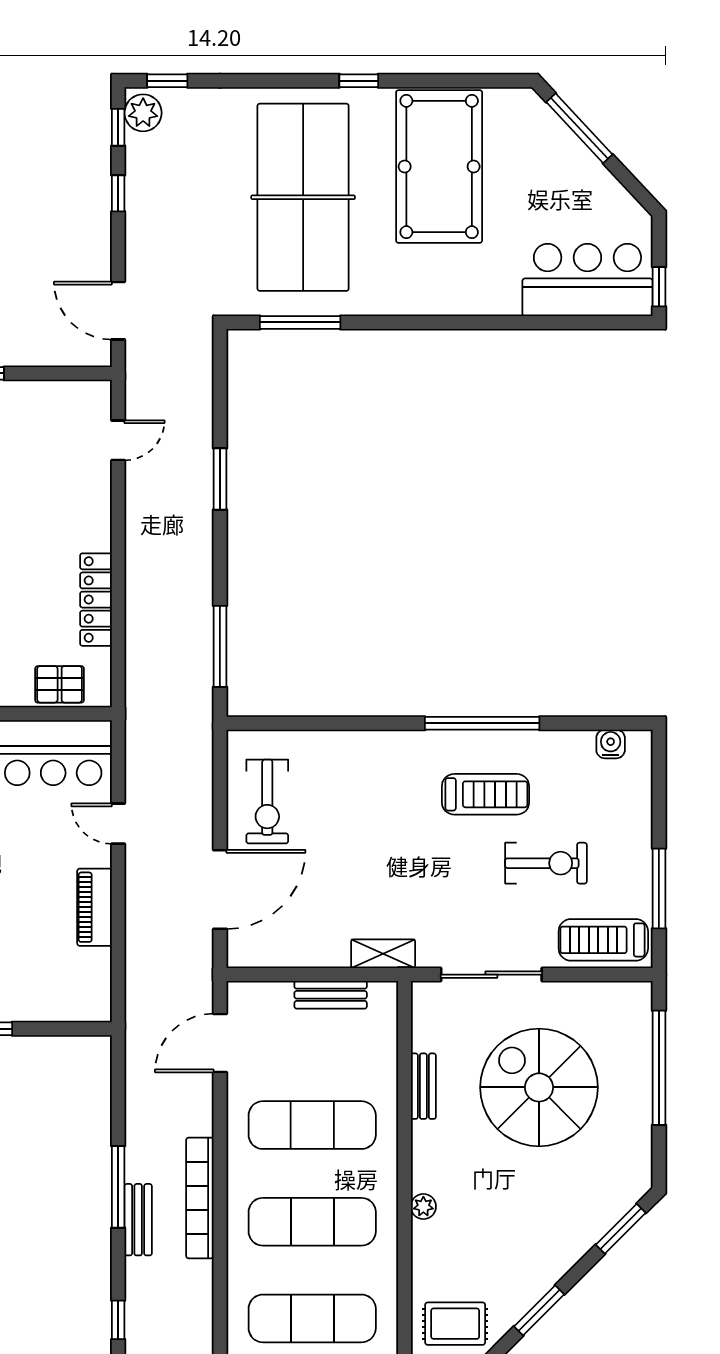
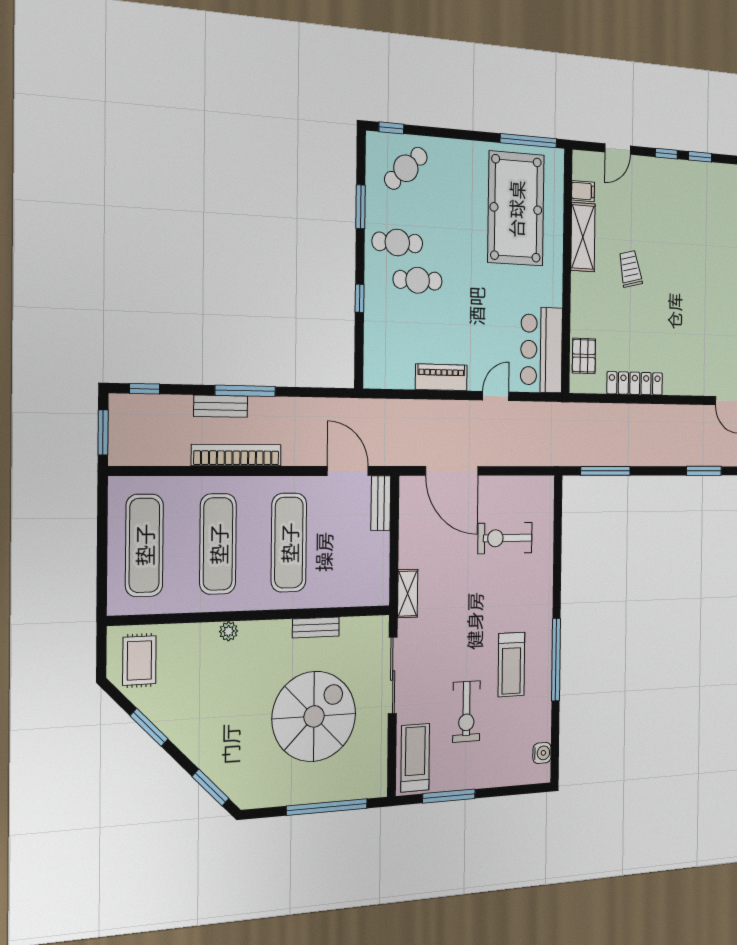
exercise bike: (267, 801) -> (505, 538), moved
bench: (331, 995) -> (381, 503), moved

